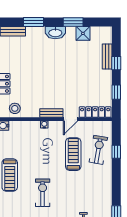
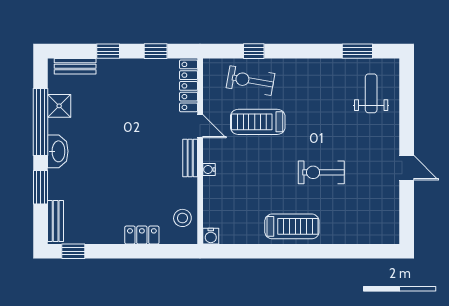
window: (73, 22) -> (41, 122), width x2.11
bench: (107, 56) -> (75, 66), moved

